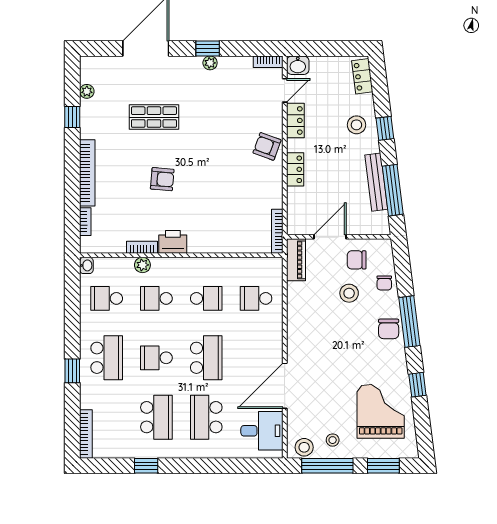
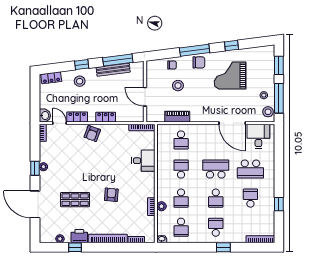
shop shelf: (154, 117) -> (75, 200), turned 90
desk: (220, 234) -> (143, 161), added
printer: (173, 242) -> (79, 236), moved, turned 90
piano: (296, 260) -> (177, 117), moved
chair: (357, 260) -> (159, 81), removed
school desk: (107, 358) -> (216, 227), width x0.54
grand piano: (381, 411) -> (230, 75), moved
school desk: (156, 417) -> (250, 198), width x0.54

